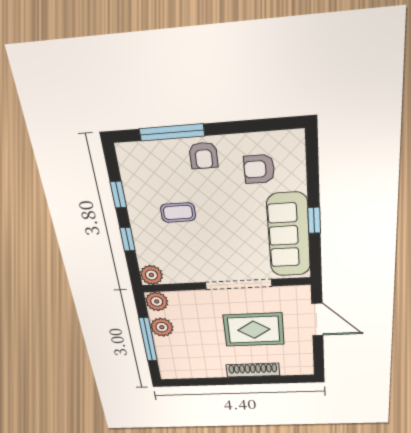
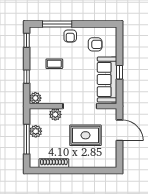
armchair: (259, 169) -> (95, 44), turned 180
window: (118, 195) -> (27, 40), moved
plant: (157, 301) -> (55, 114), moved
shoe rack: (253, 370) -> (54, 163), moved

